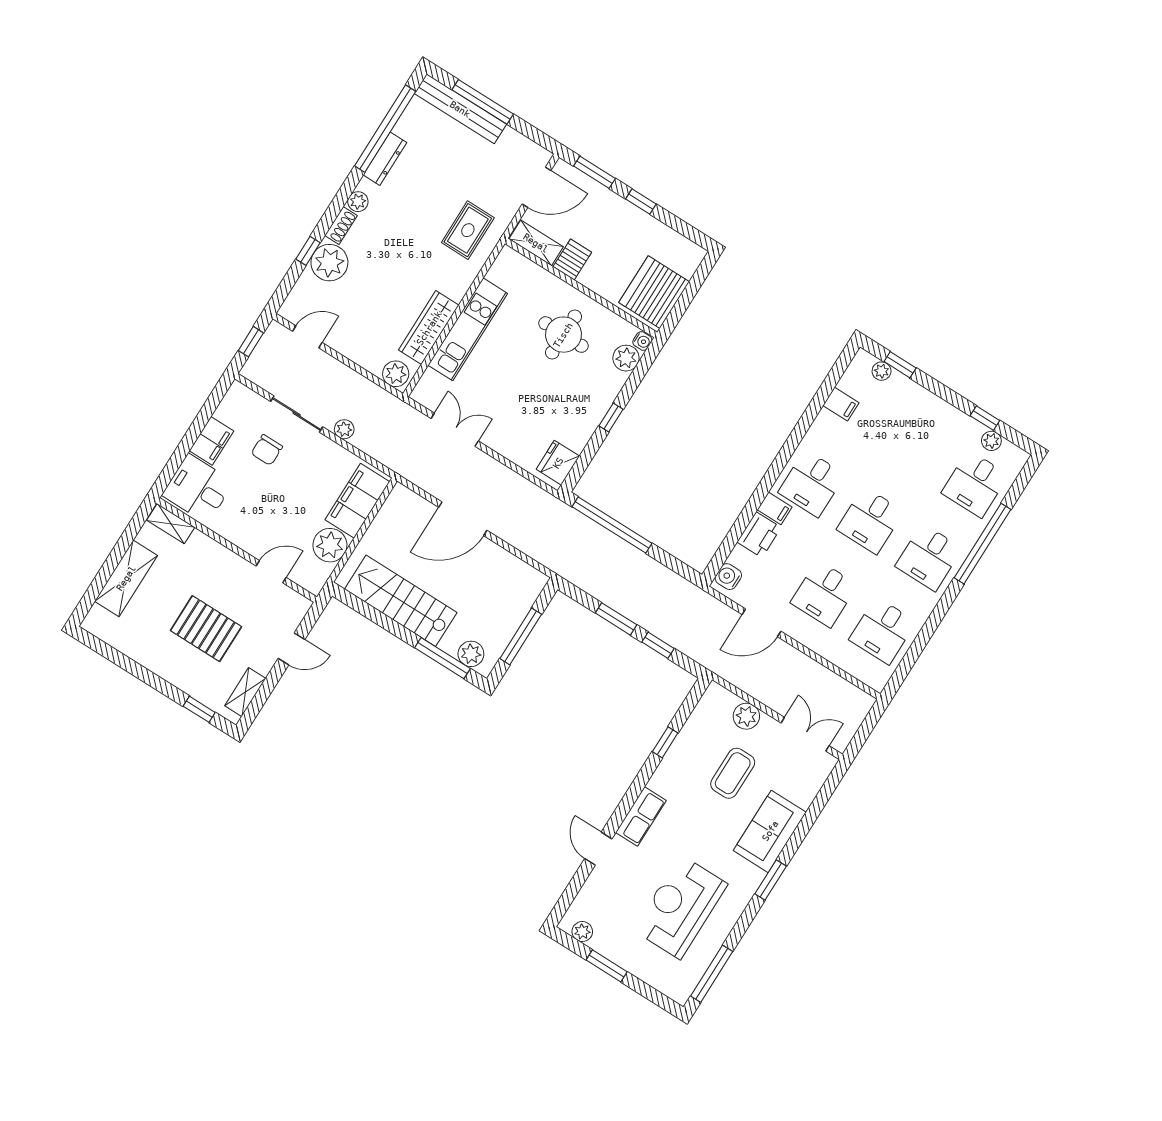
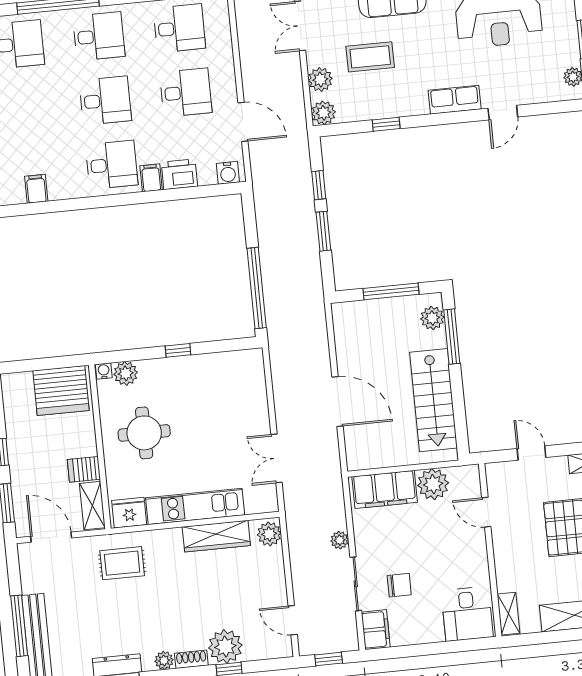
filing cabinet: (212, 441) -> (376, 630), moved, turned 90
fridge: (558, 463) -> (129, 513), moved, turned 180
plant: (716, 697) -> (324, 113), added

